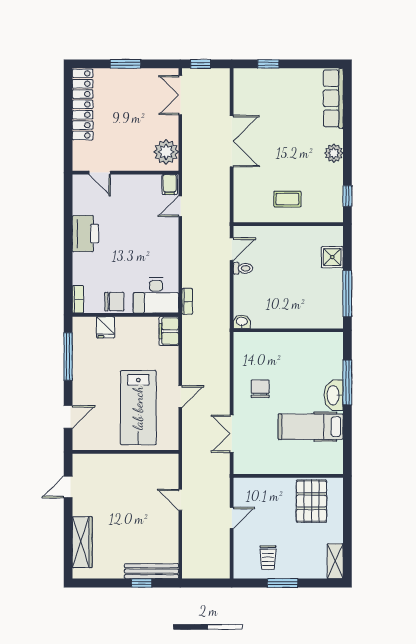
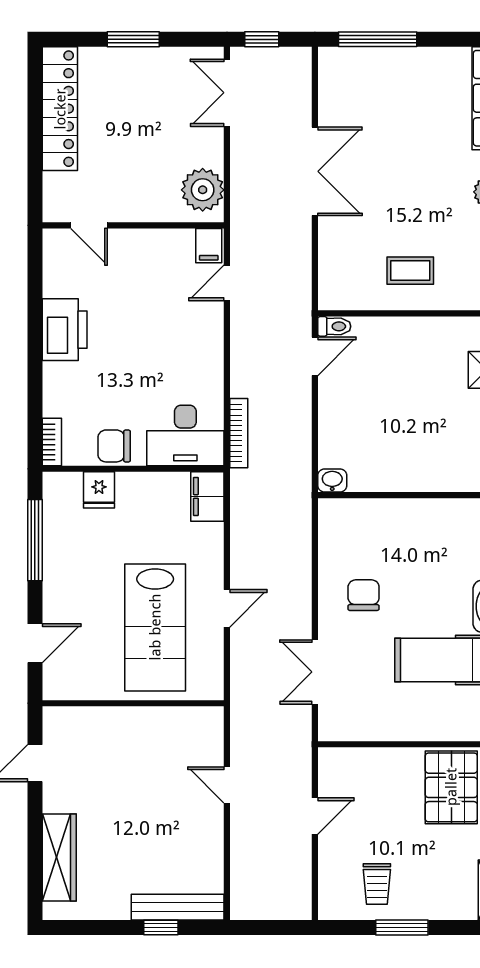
window: (268, 64) -> (378, 39), width x2.17
toilet: (243, 268) -> (334, 326), moved
bookcase: (187, 301) -> (239, 433), width x1.56
chair: (114, 302) -> (114, 446), turned 180

